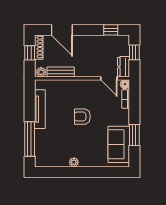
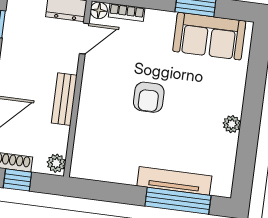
bench: (61, 72) -> (64, 99), moved
tv unit: (40, 109) -> (174, 181), moved

